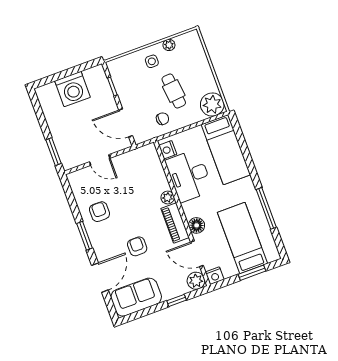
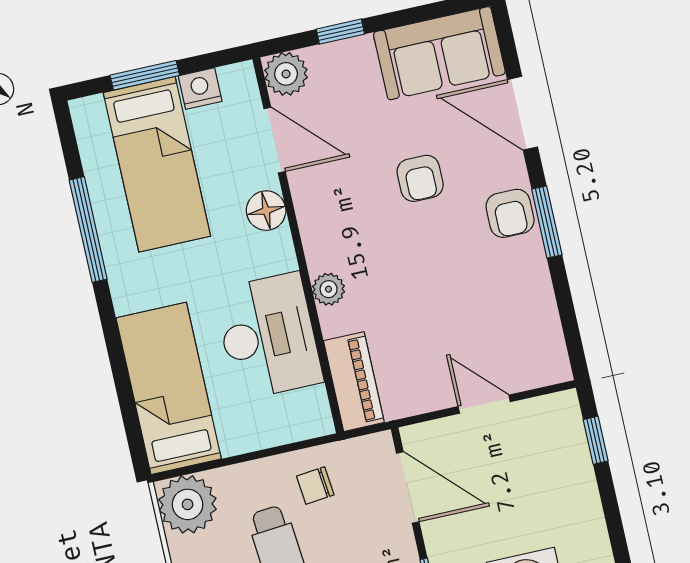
nightstand: (168, 150) -> (313, 407), removed
window: (54, 152) -> (596, 440), width x0.67
armchair: (99, 212) -> (510, 213), moved
piano: (175, 223) -> (354, 382), moved
nightstand: (215, 276) -> (200, 89), moved
door: (100, 278) -> (522, 113), hinge flipped

